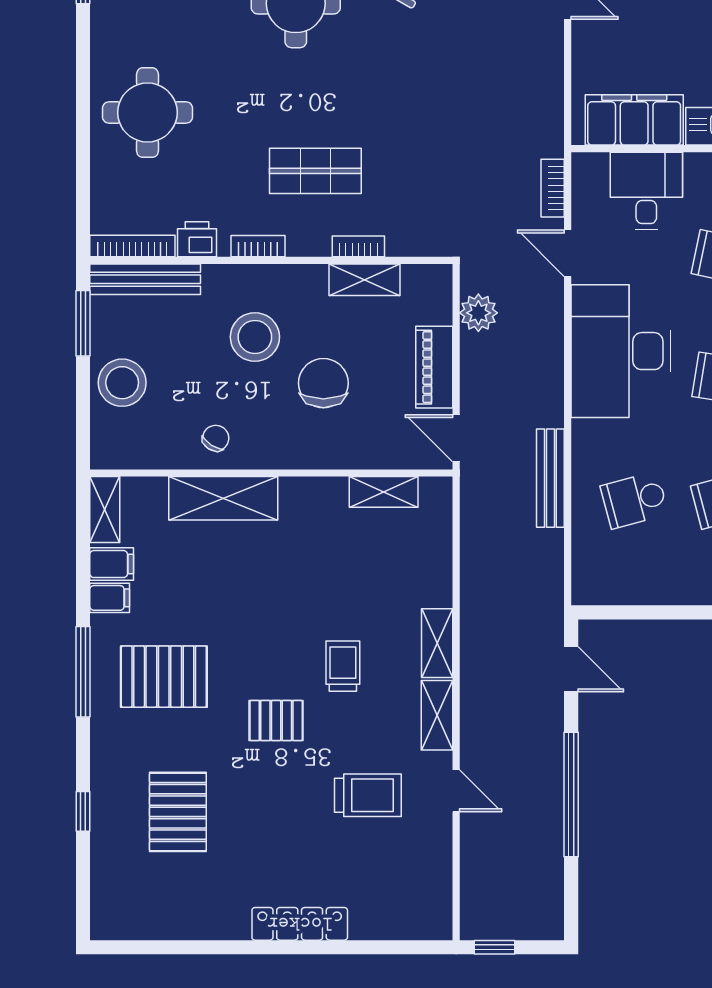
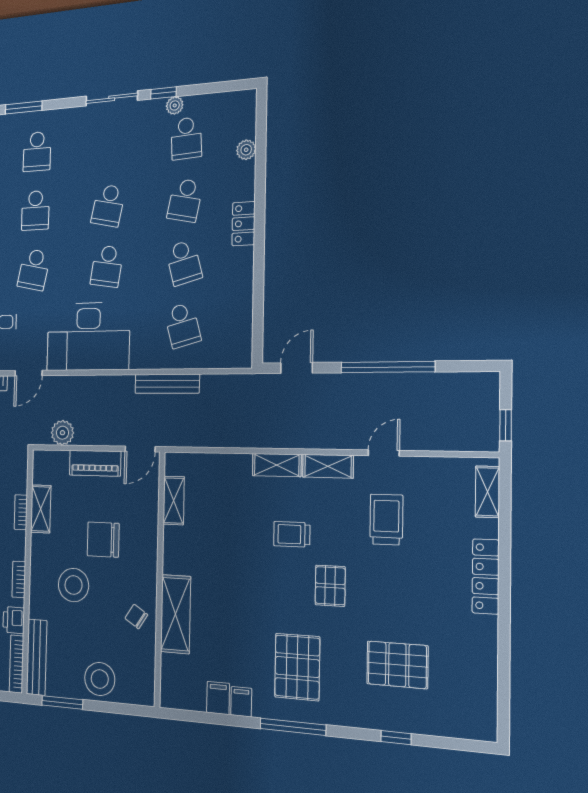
shelving: (105, 510) -> (487, 492), moved, turned 90

